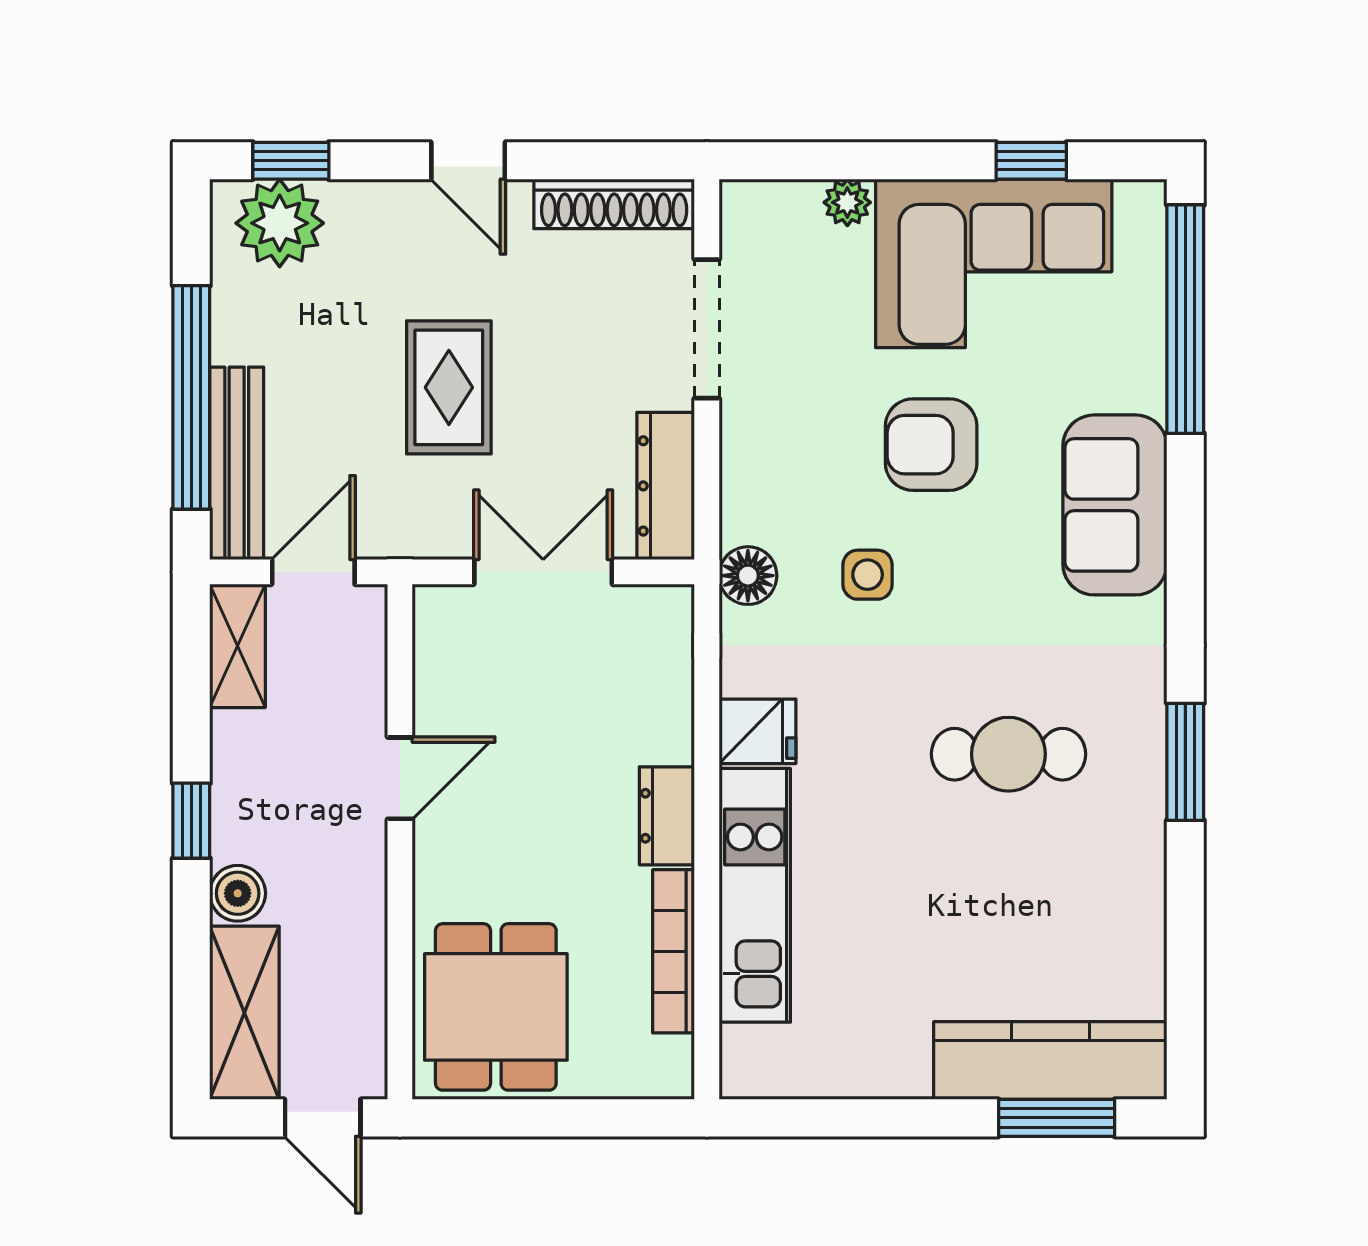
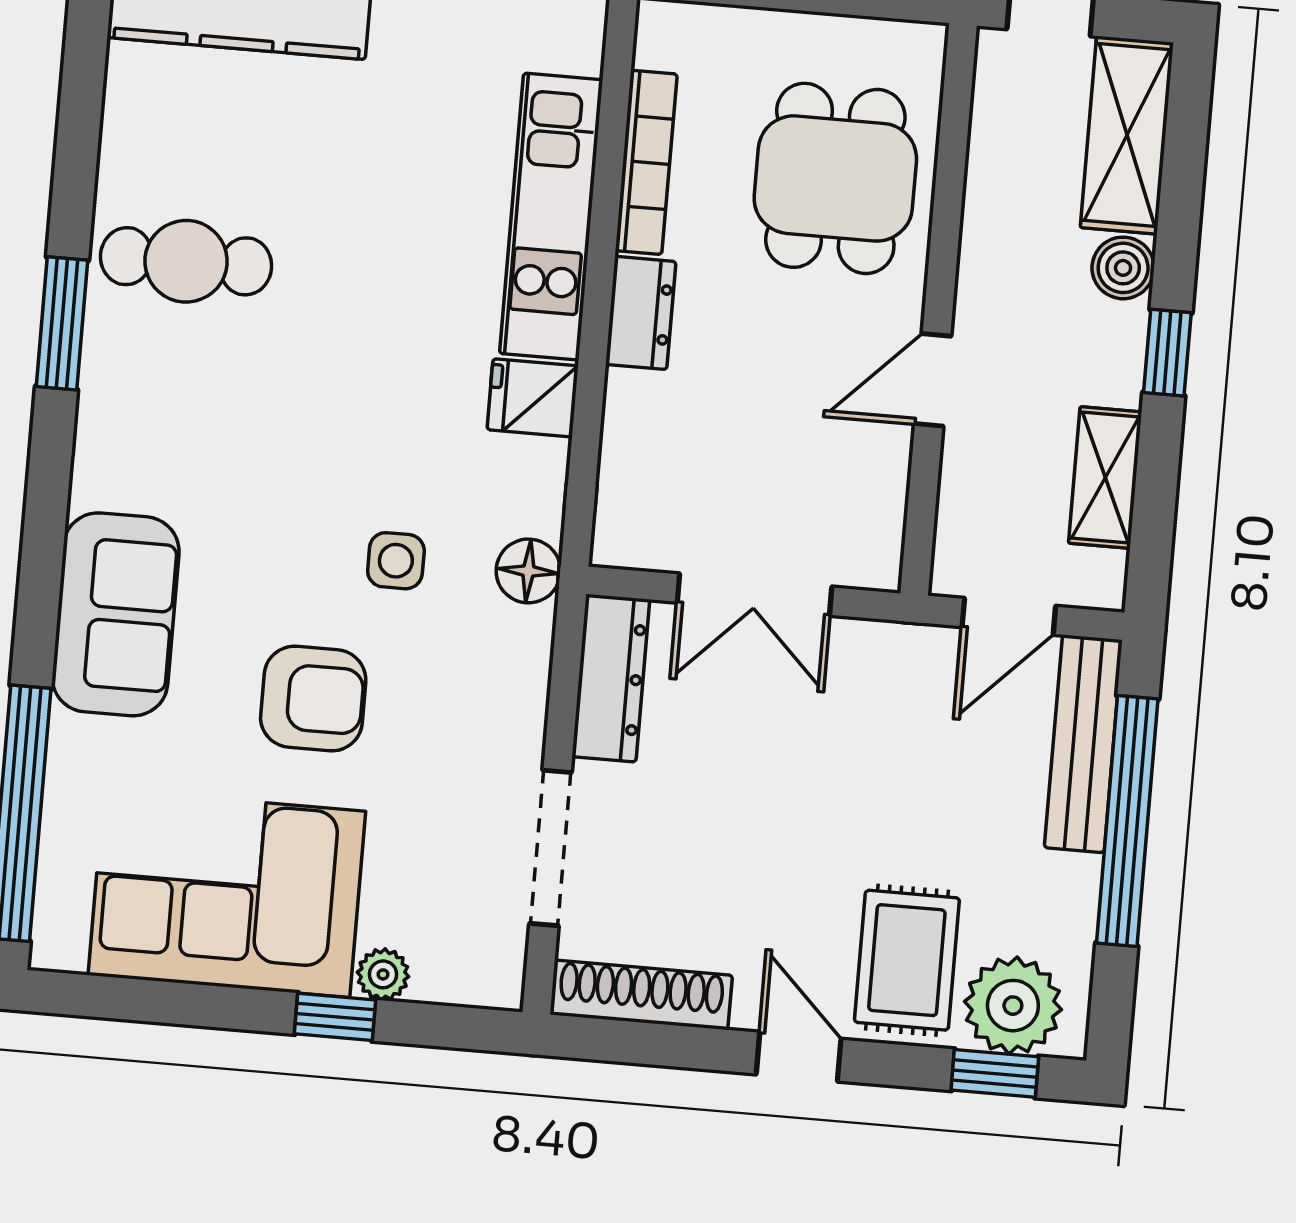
window: (1031, 161) -> (335, 1017), moved
rug: (449, 387) -> (907, 960), moved
shelving: (238, 646) -> (1105, 478), moved
cafe table: (1008, 754) -> (186, 261), moved
dining table: (496, 1007) -> (835, 178), moved

